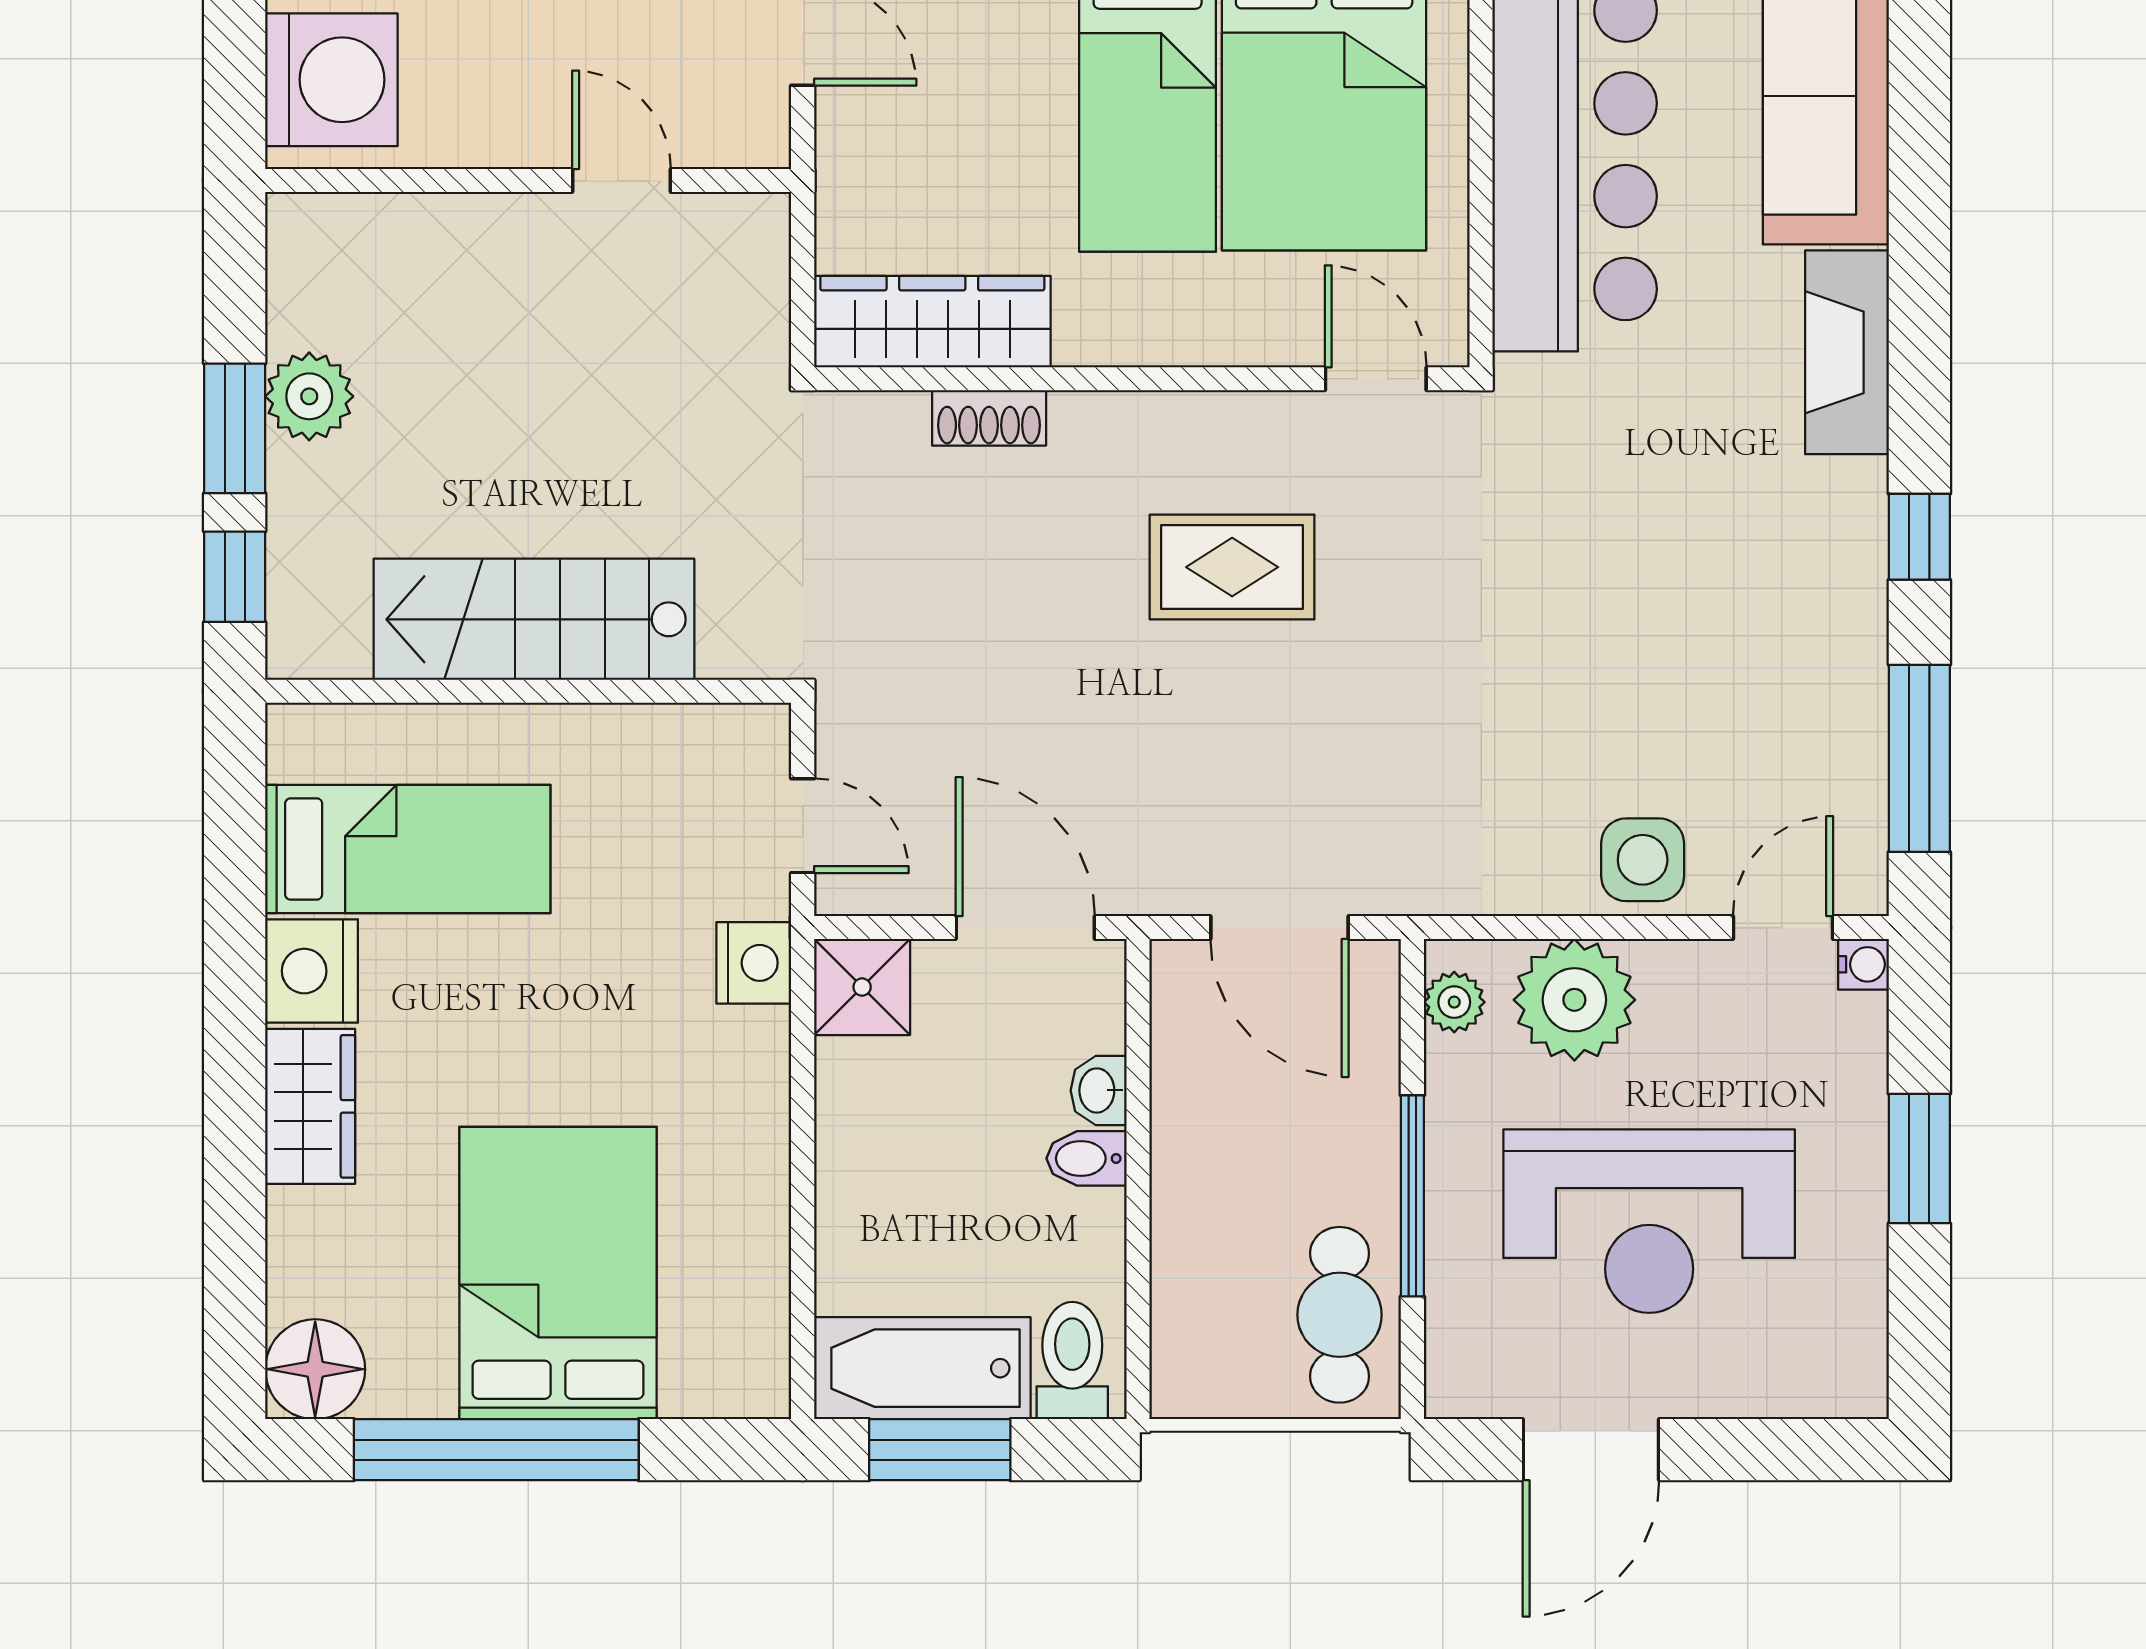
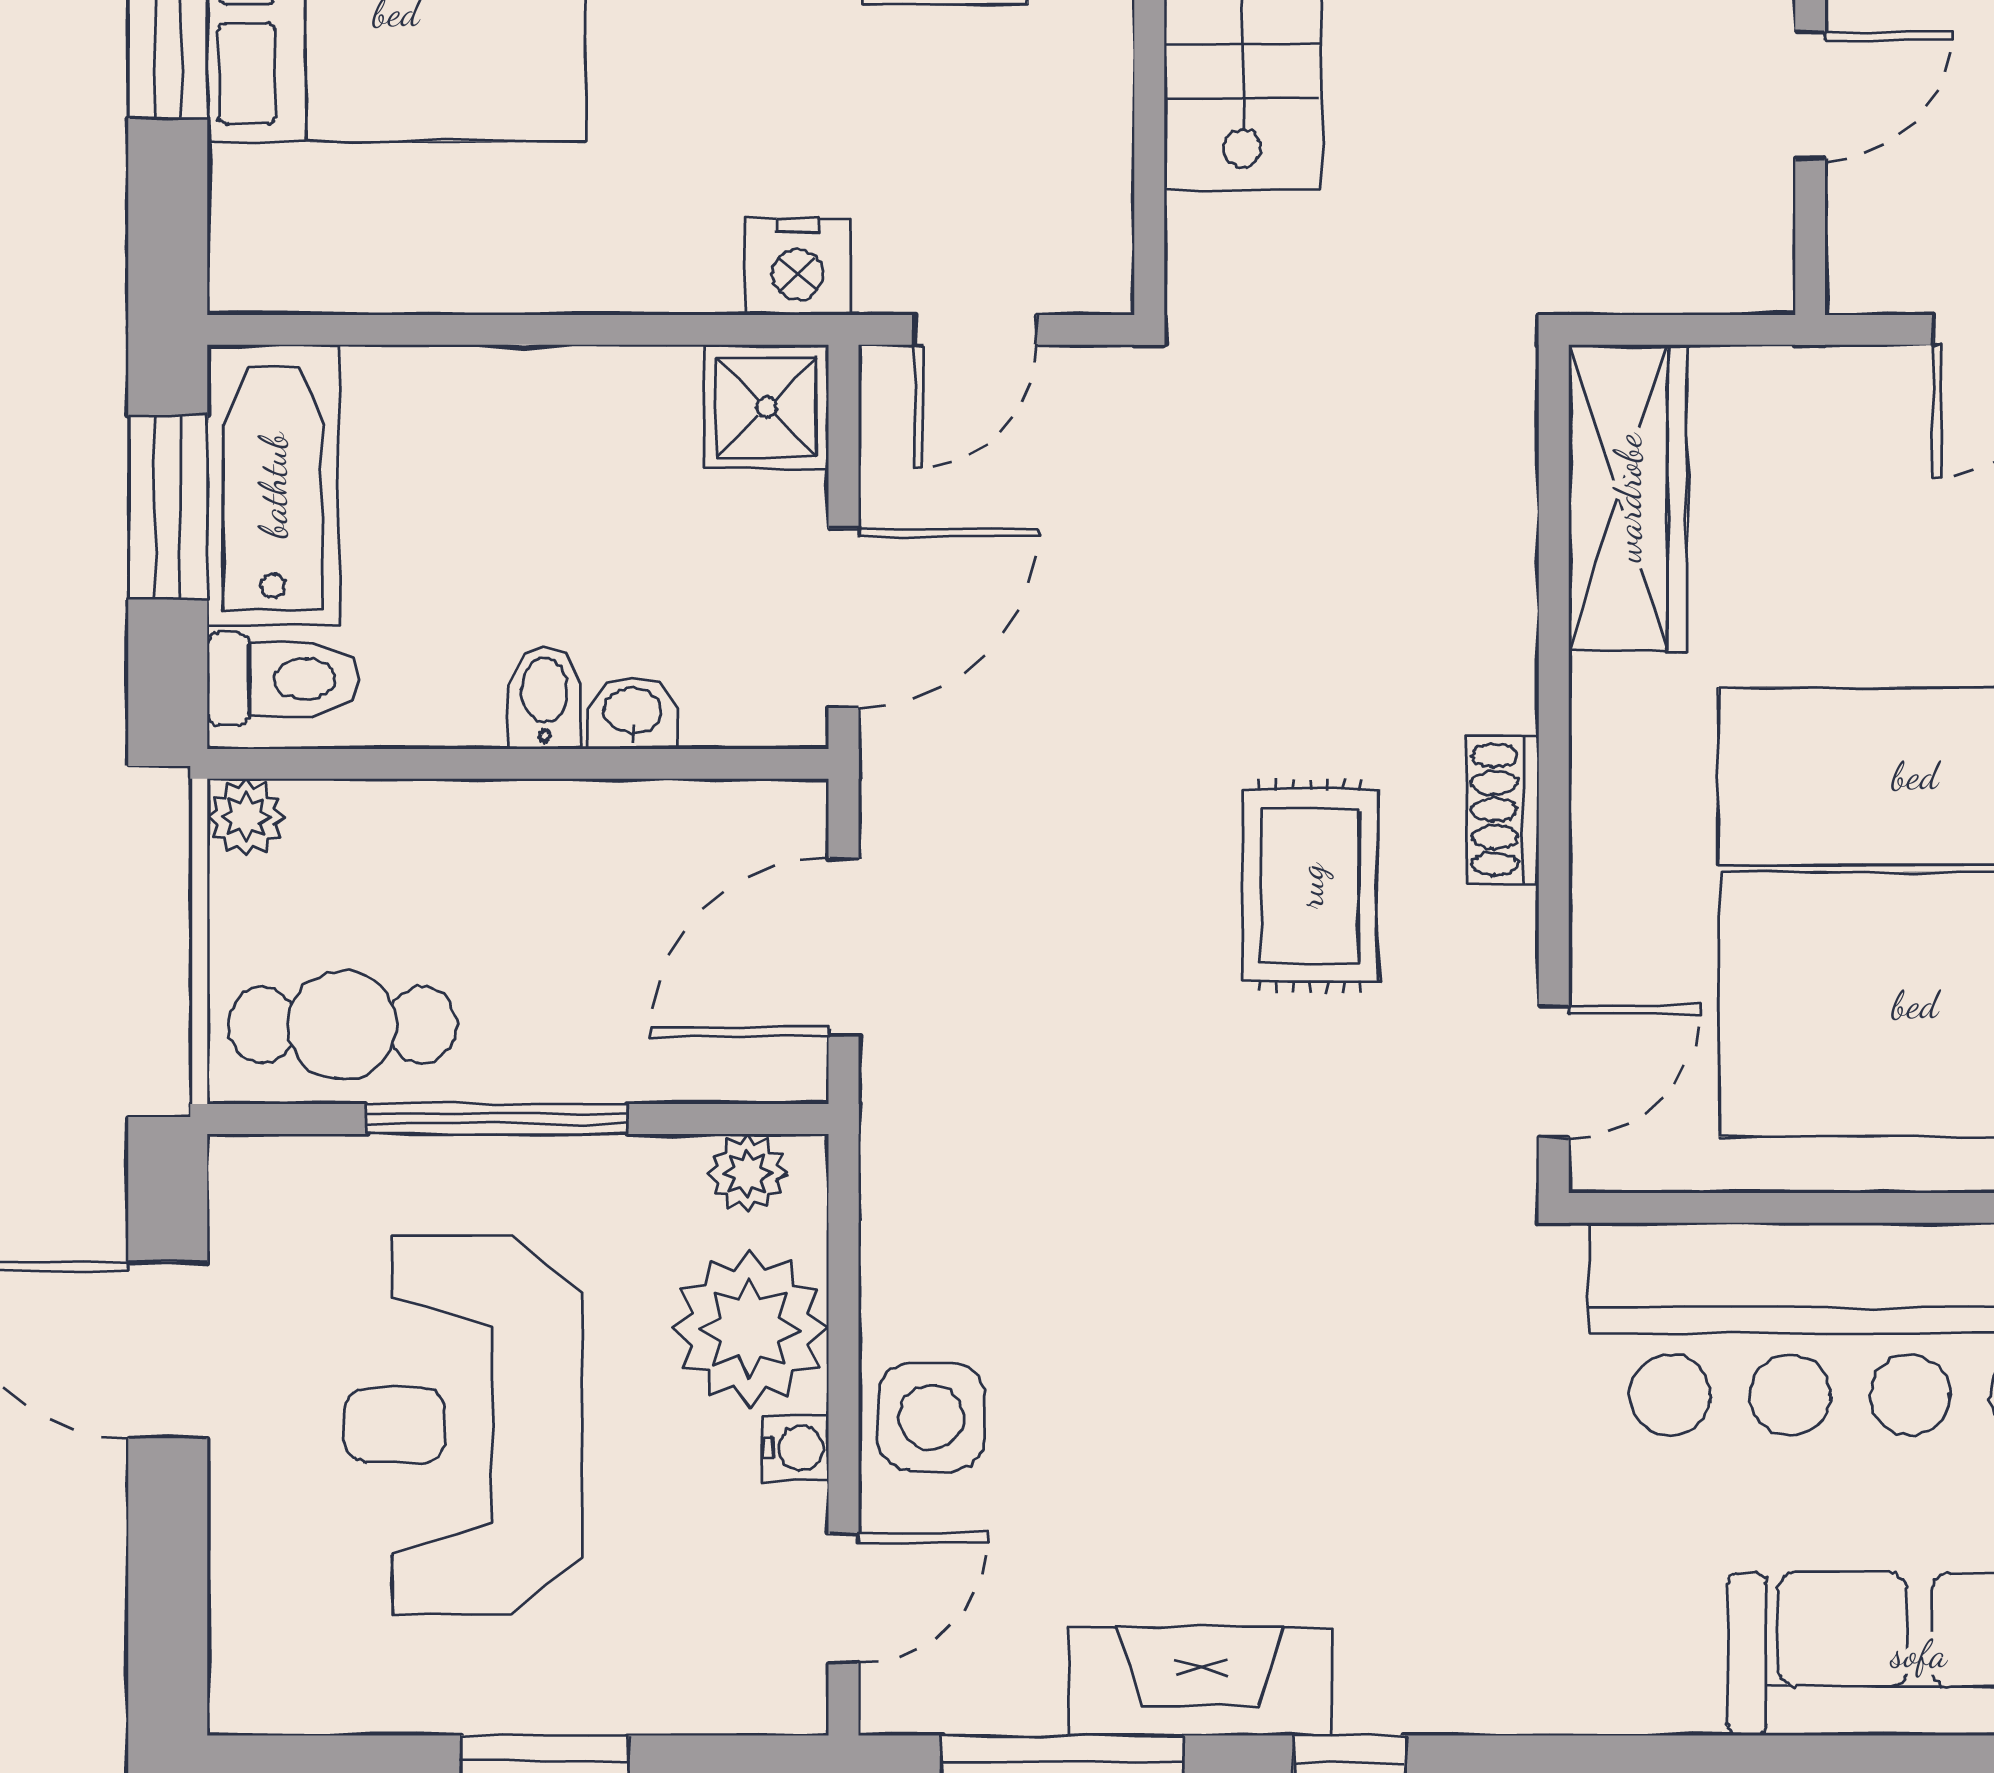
fireplace: (1847, 352) -> (1200, 1681), moved
shoe rack: (989, 418) -> (1503, 810), moved
door: (1783, 928) -> (843, 1599), hinge flipped
water cooler: (1863, 964) -> (796, 1448), moved, turned -90
plant: (1179, 1389) -> (246, 817), added

